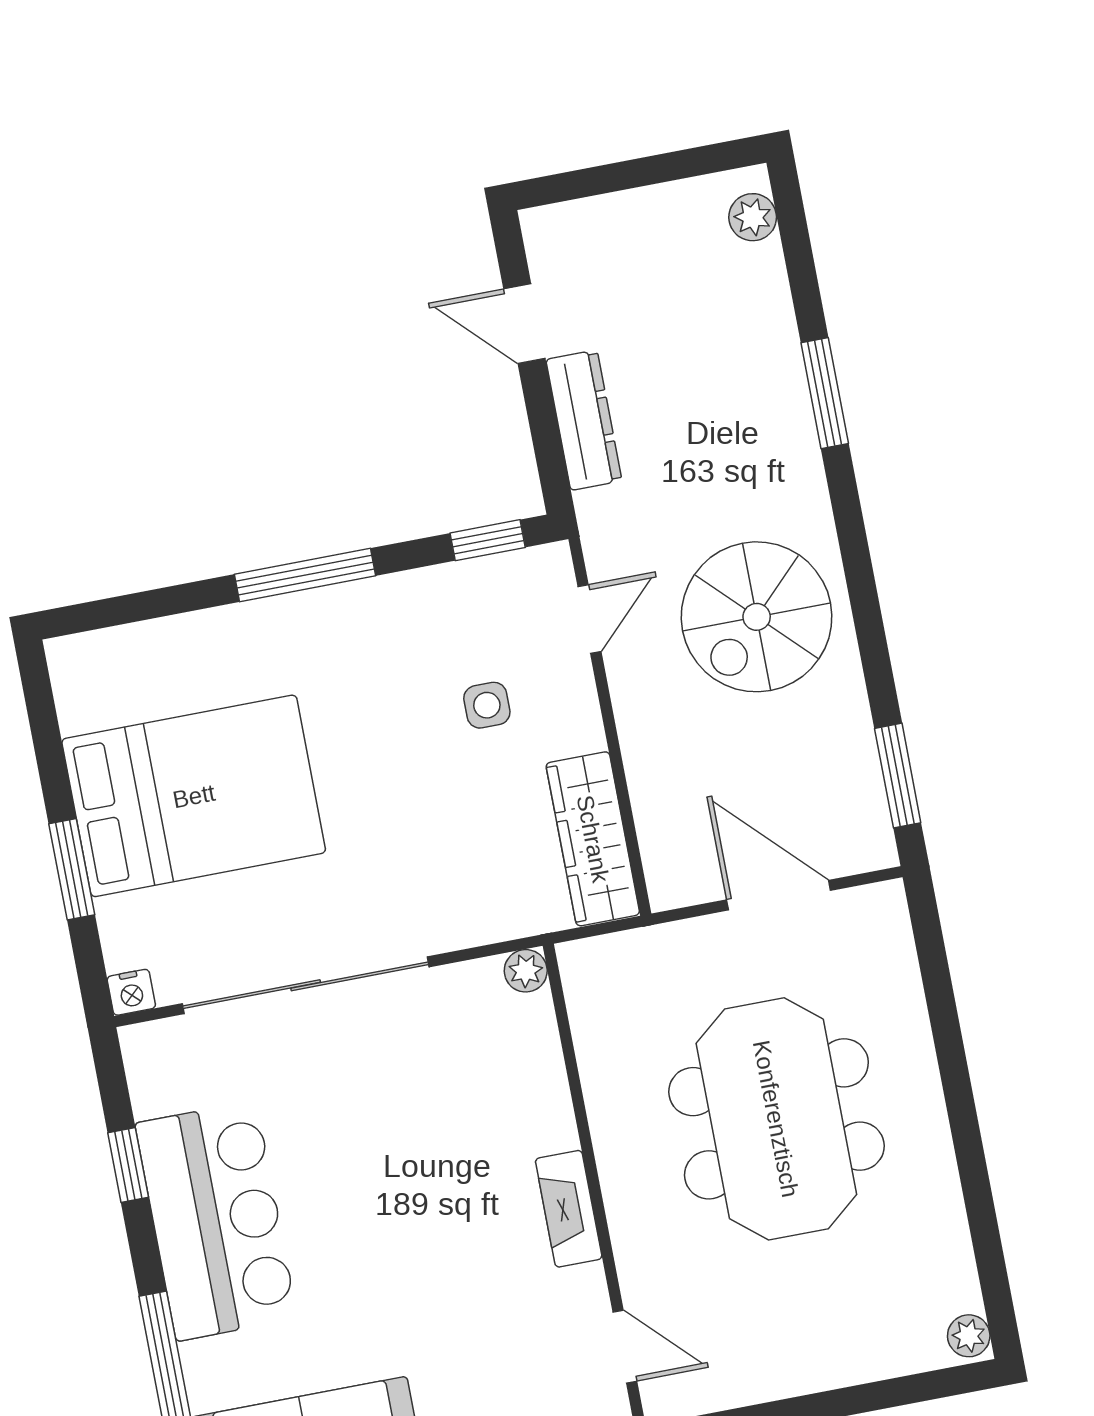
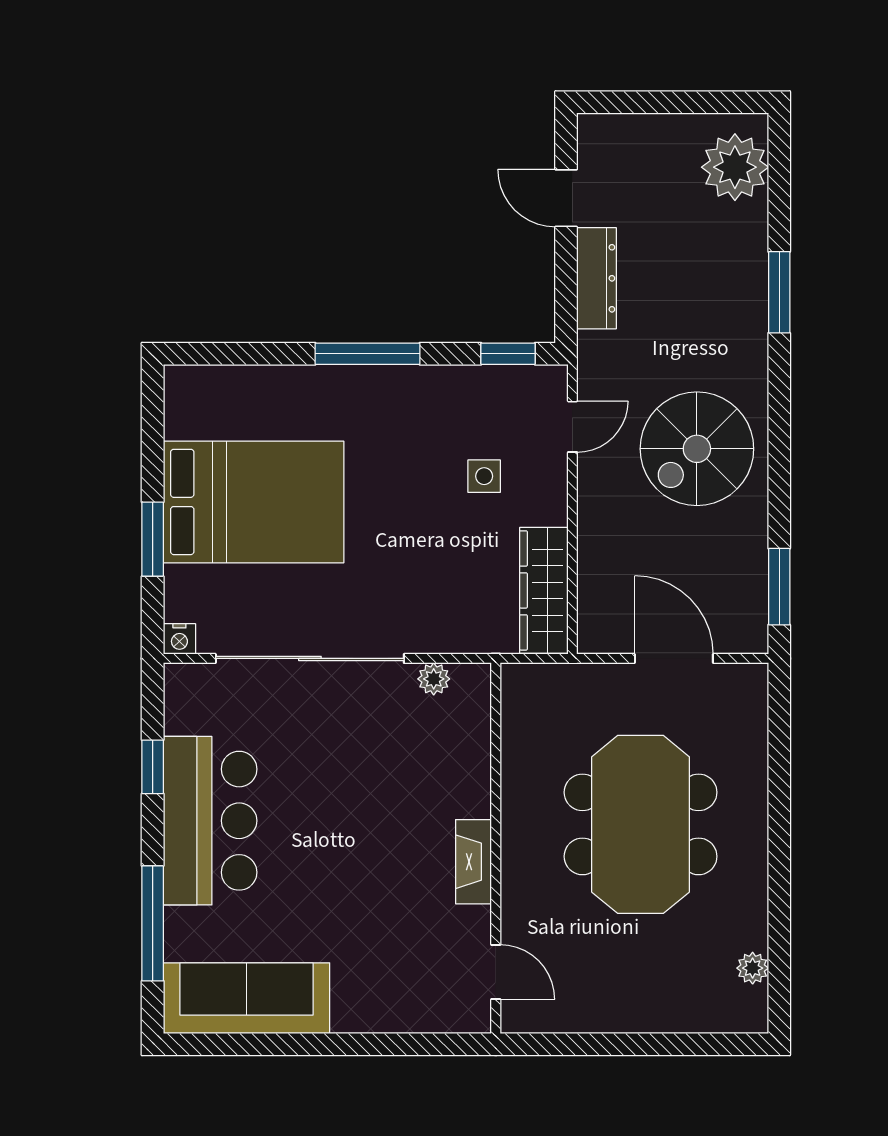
plant: (753, 217) -> (735, 167), width x1.87, depth x1.87
plant: (526, 971) -> (434, 679), moved
plant: (969, 1336) -> (753, 968), moved

